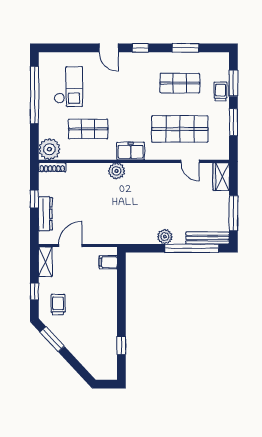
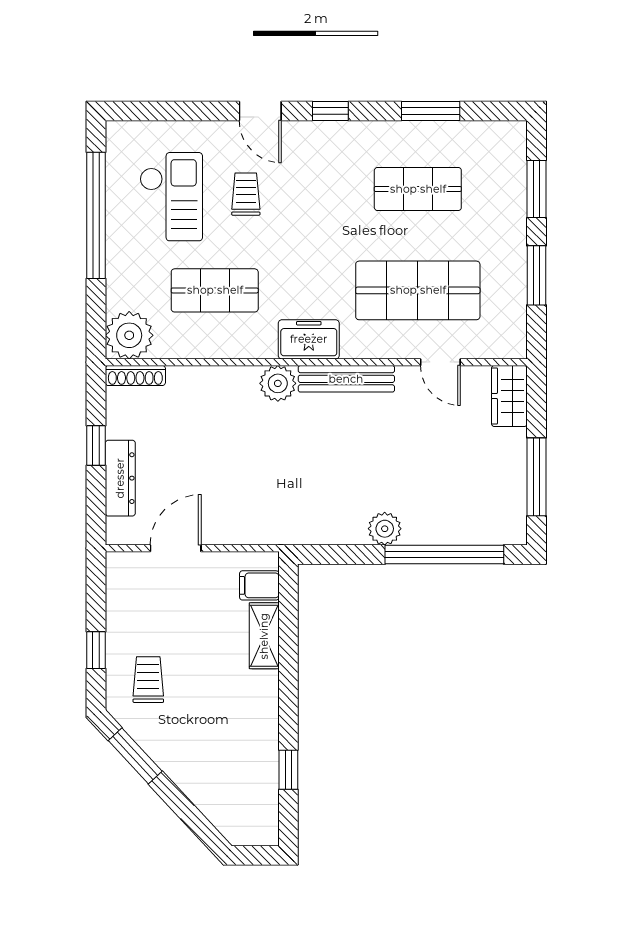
trolley: (220, 91) -> (246, 194), moved
bench: (208, 238) -> (346, 379), moved
shelving: (45, 262) -> (264, 636), moved

